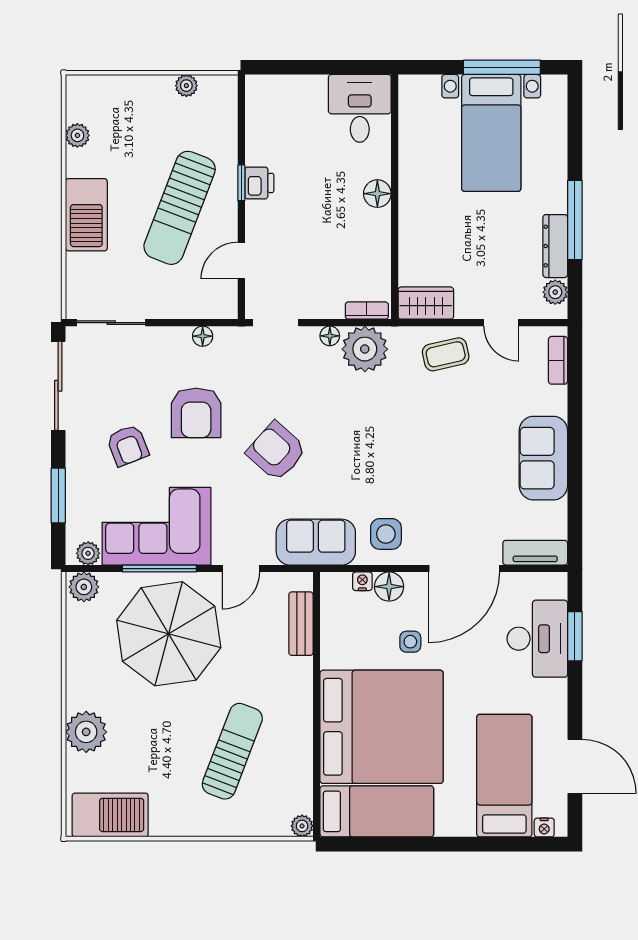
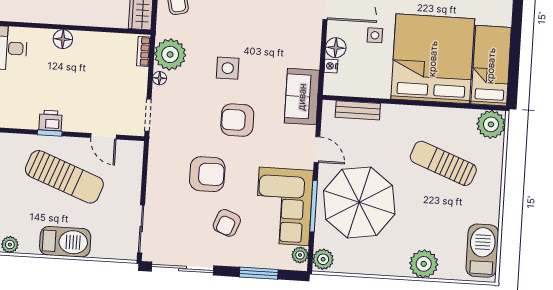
floor lamp: (203, 336) -> (154, 166), removed
armchair: (128, 445) -> (227, 223), turned 132
armchair: (276, 451) -> (237, 120), turned 48
side table: (386, 534) -> (228, 68), moved
plant: (302, 826) -> (491, 124), width x1.88, depth x1.88

